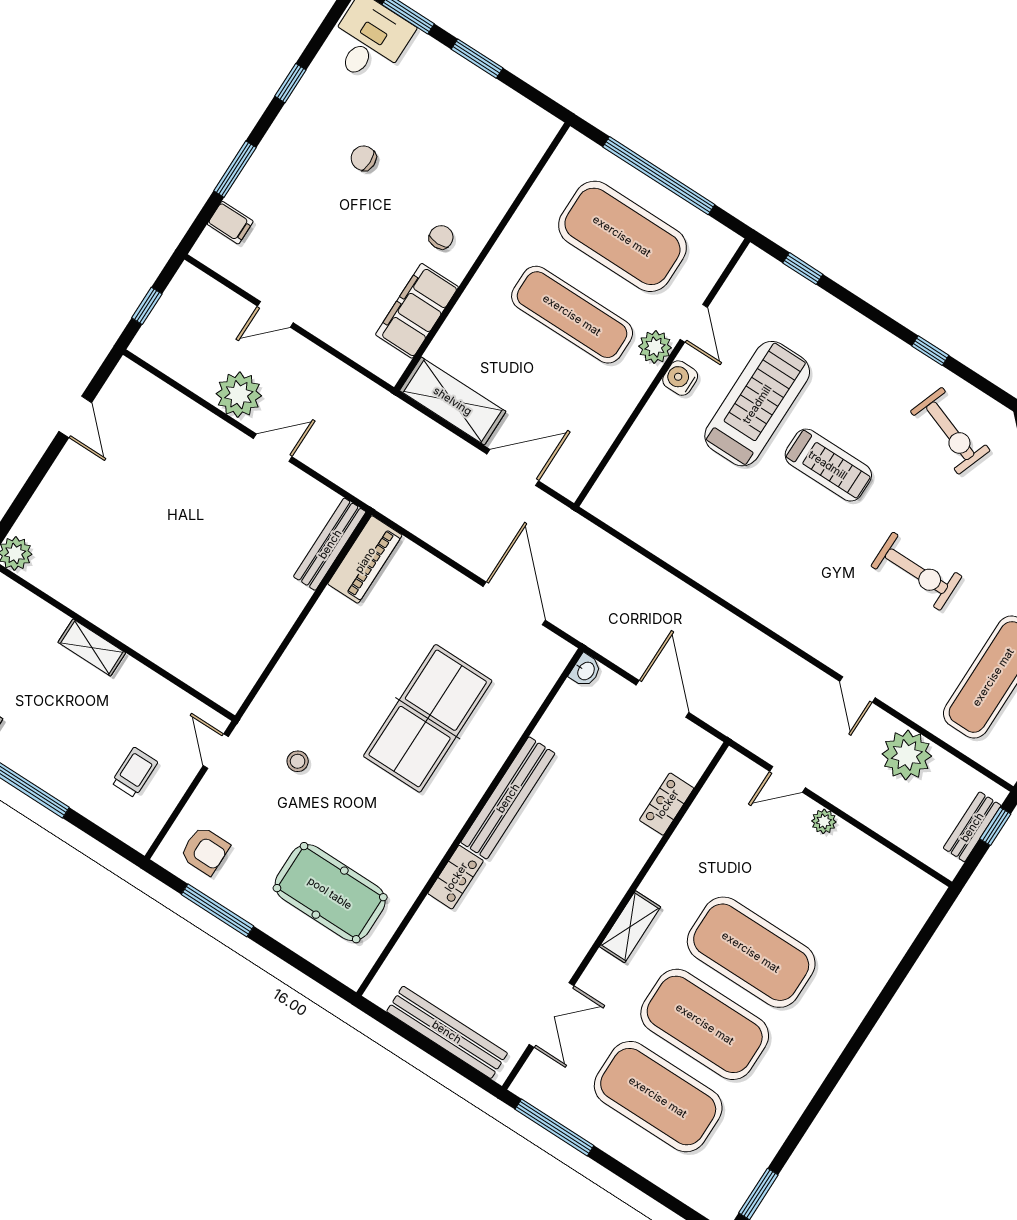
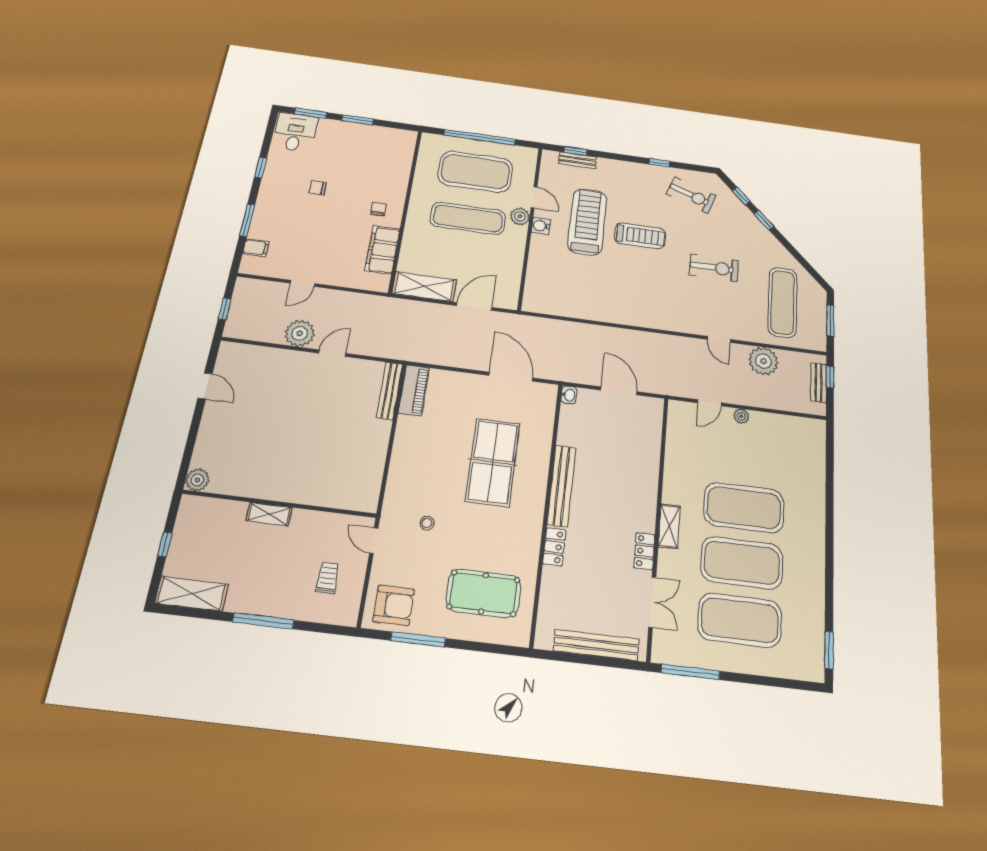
bench: (798, 288) -> (578, 160), added
locker: (667, 804) -> (644, 551), moved
armchair: (205, 851) -> (394, 605), width x1.38, depth x1.38

